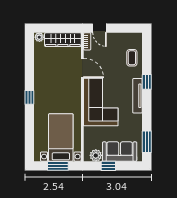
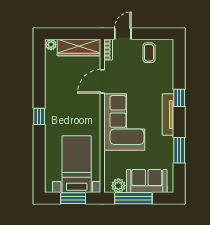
door: (100, 28) -> (123, 34), swing flipped
coffee table: (132, 58) -> (149, 53), moved
door: (82, 68) -> (102, 81), swing flipped
window: (147, 142) -> (179, 150), moved
window: (108, 166) -> (133, 198), width x2.17

